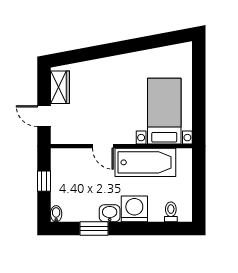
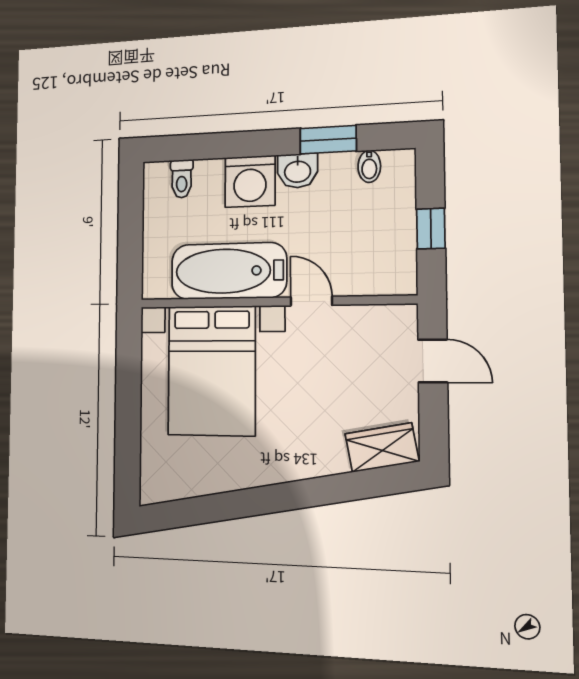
wardrobe: (60, 87) -> (382, 448), moved, turned 79
bed with nightstands: (164, 111) -> (212, 371), width x1.36
bidet: (56, 214) -> (369, 166), moved

